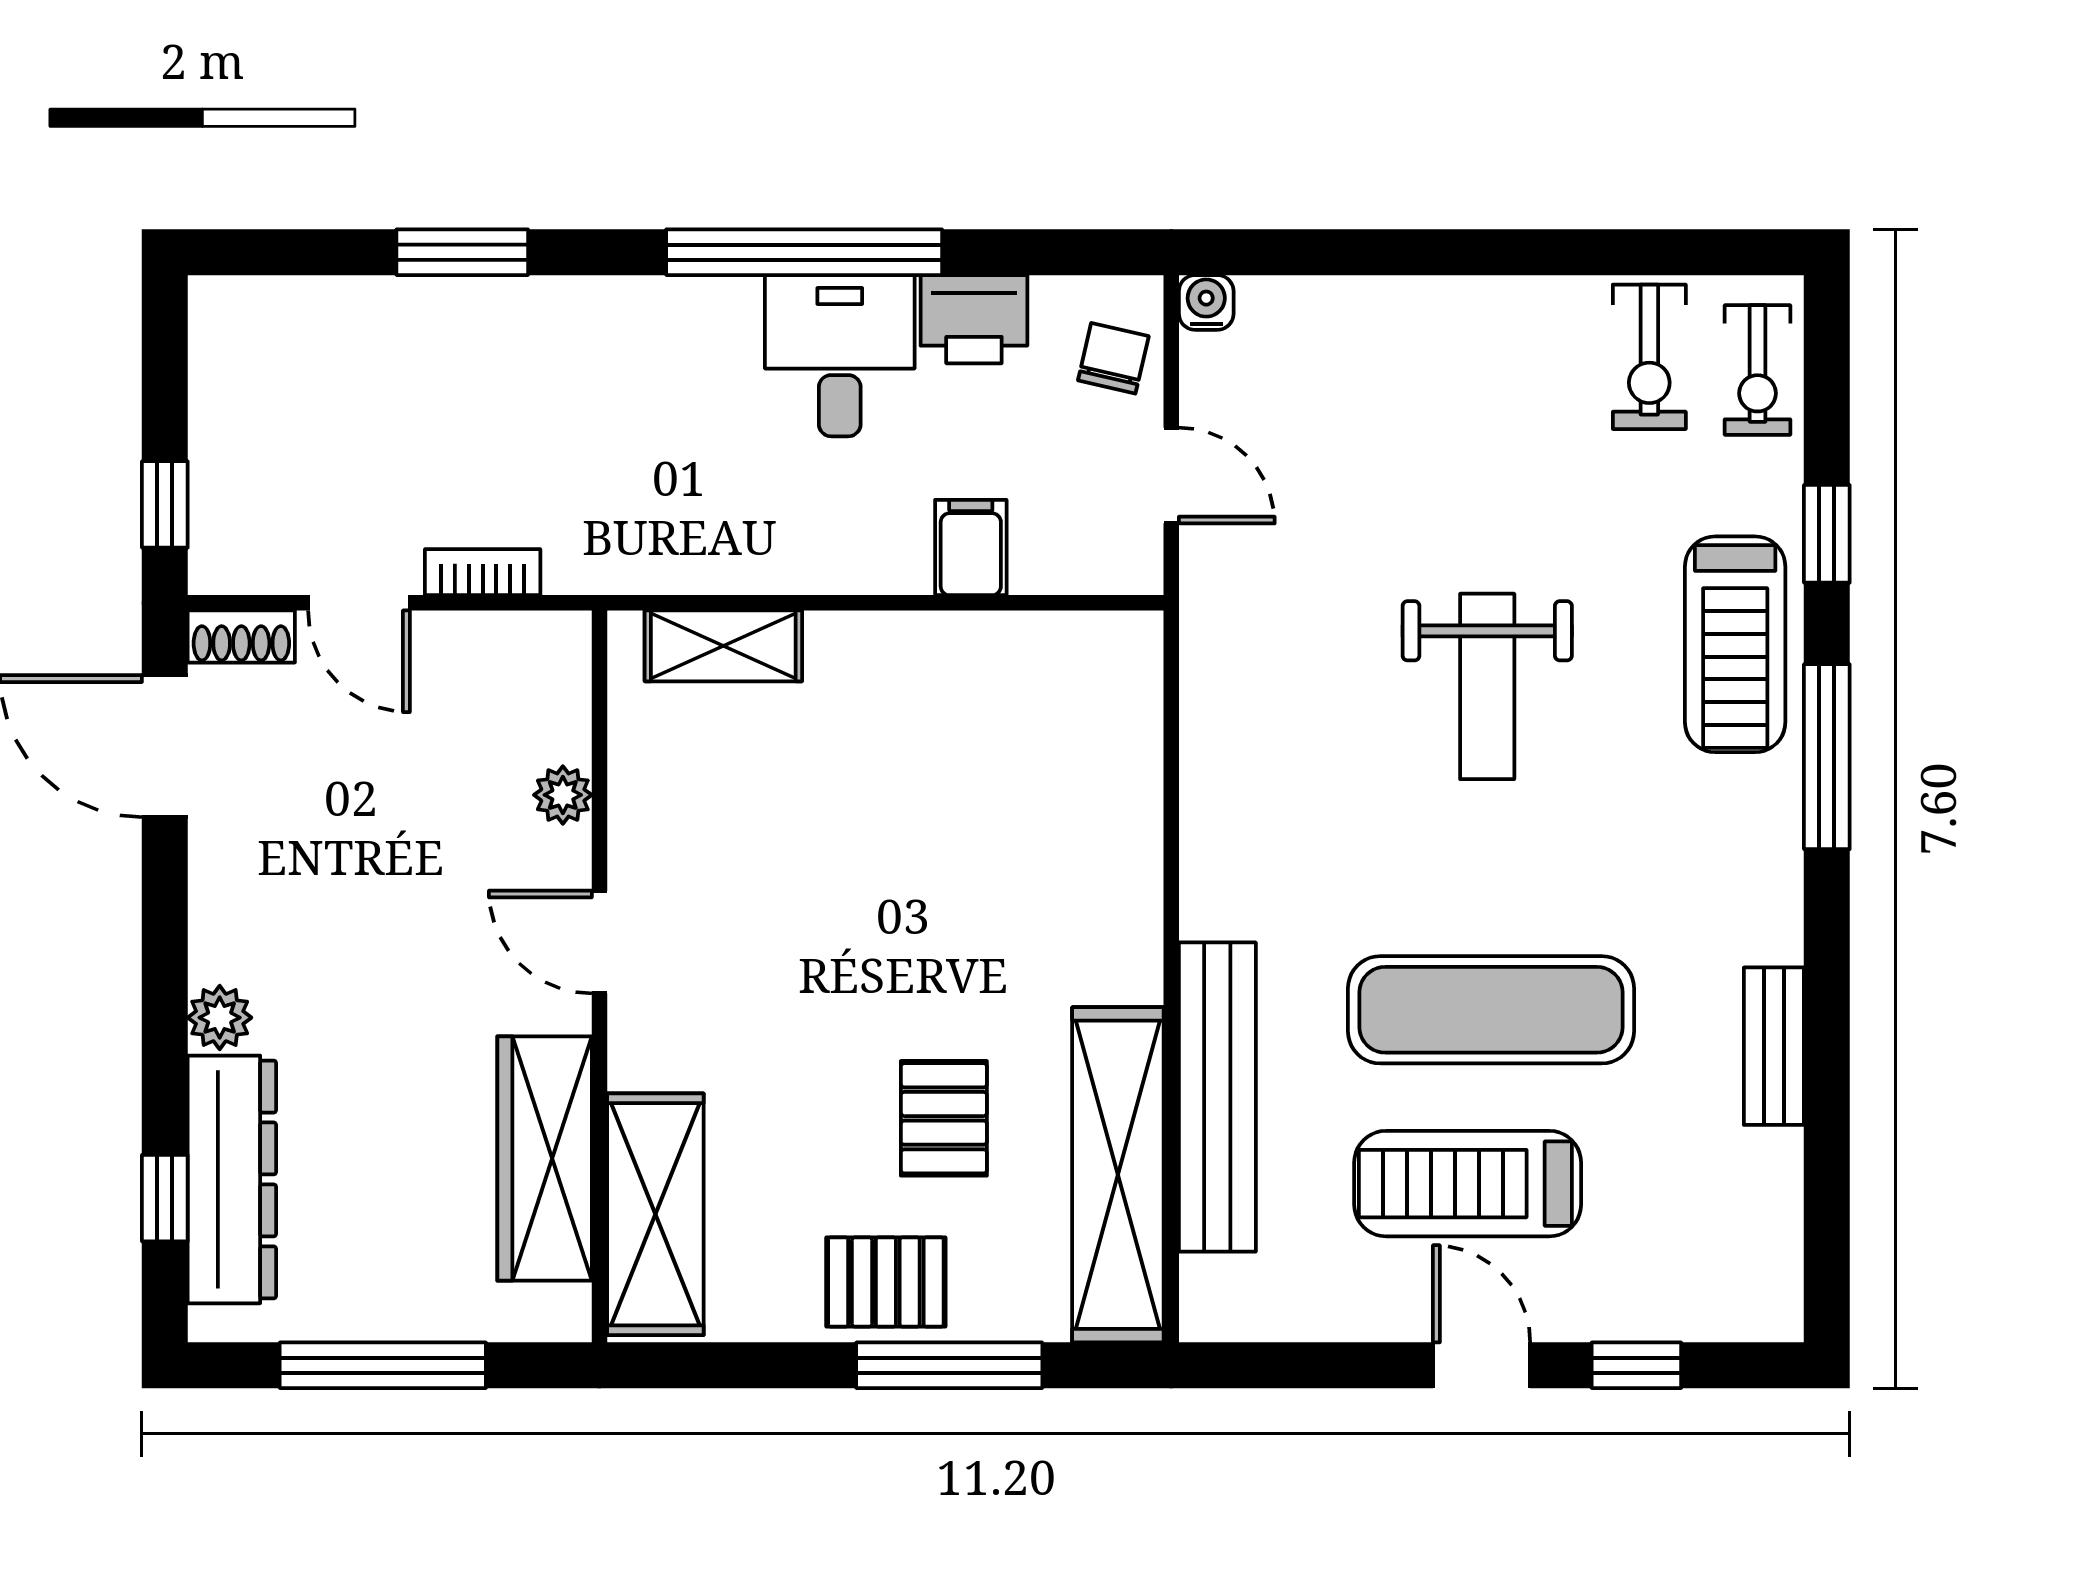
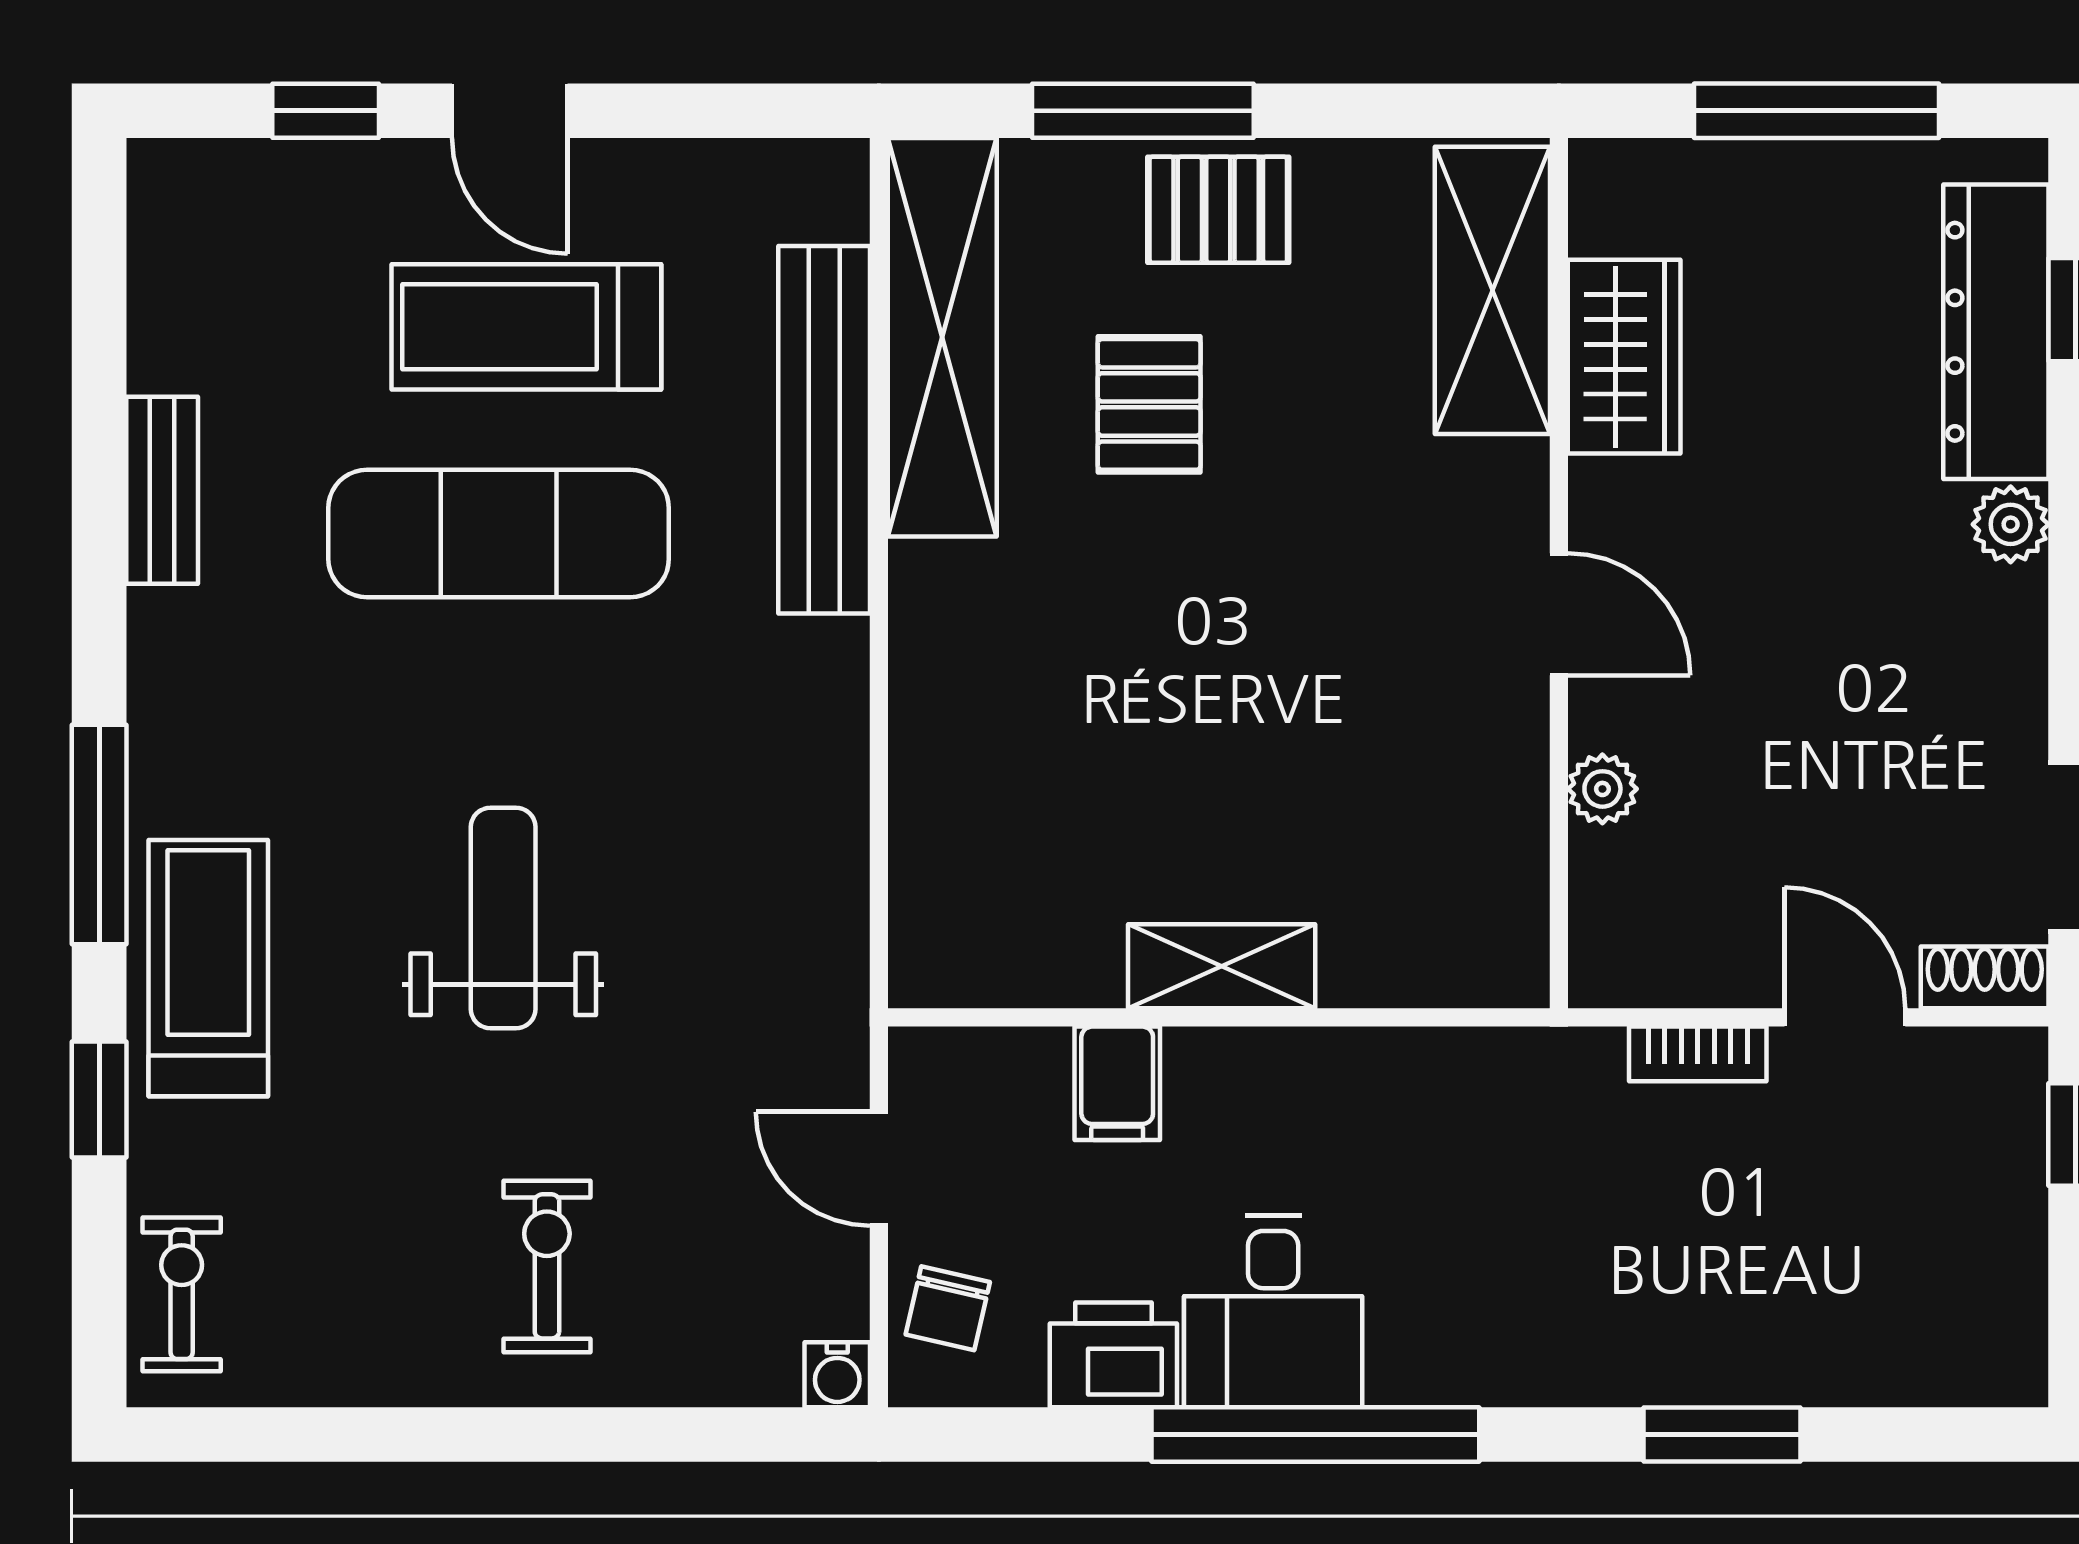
exercise bike: (1649, 357) -> (547, 1266), moved
shelving: (723, 646) -> (1222, 966), moved
wardrobe: (545, 1159) -> (1624, 357), width x0.67
treadmill: (1468, 1184) -> (526, 327), turned 180

